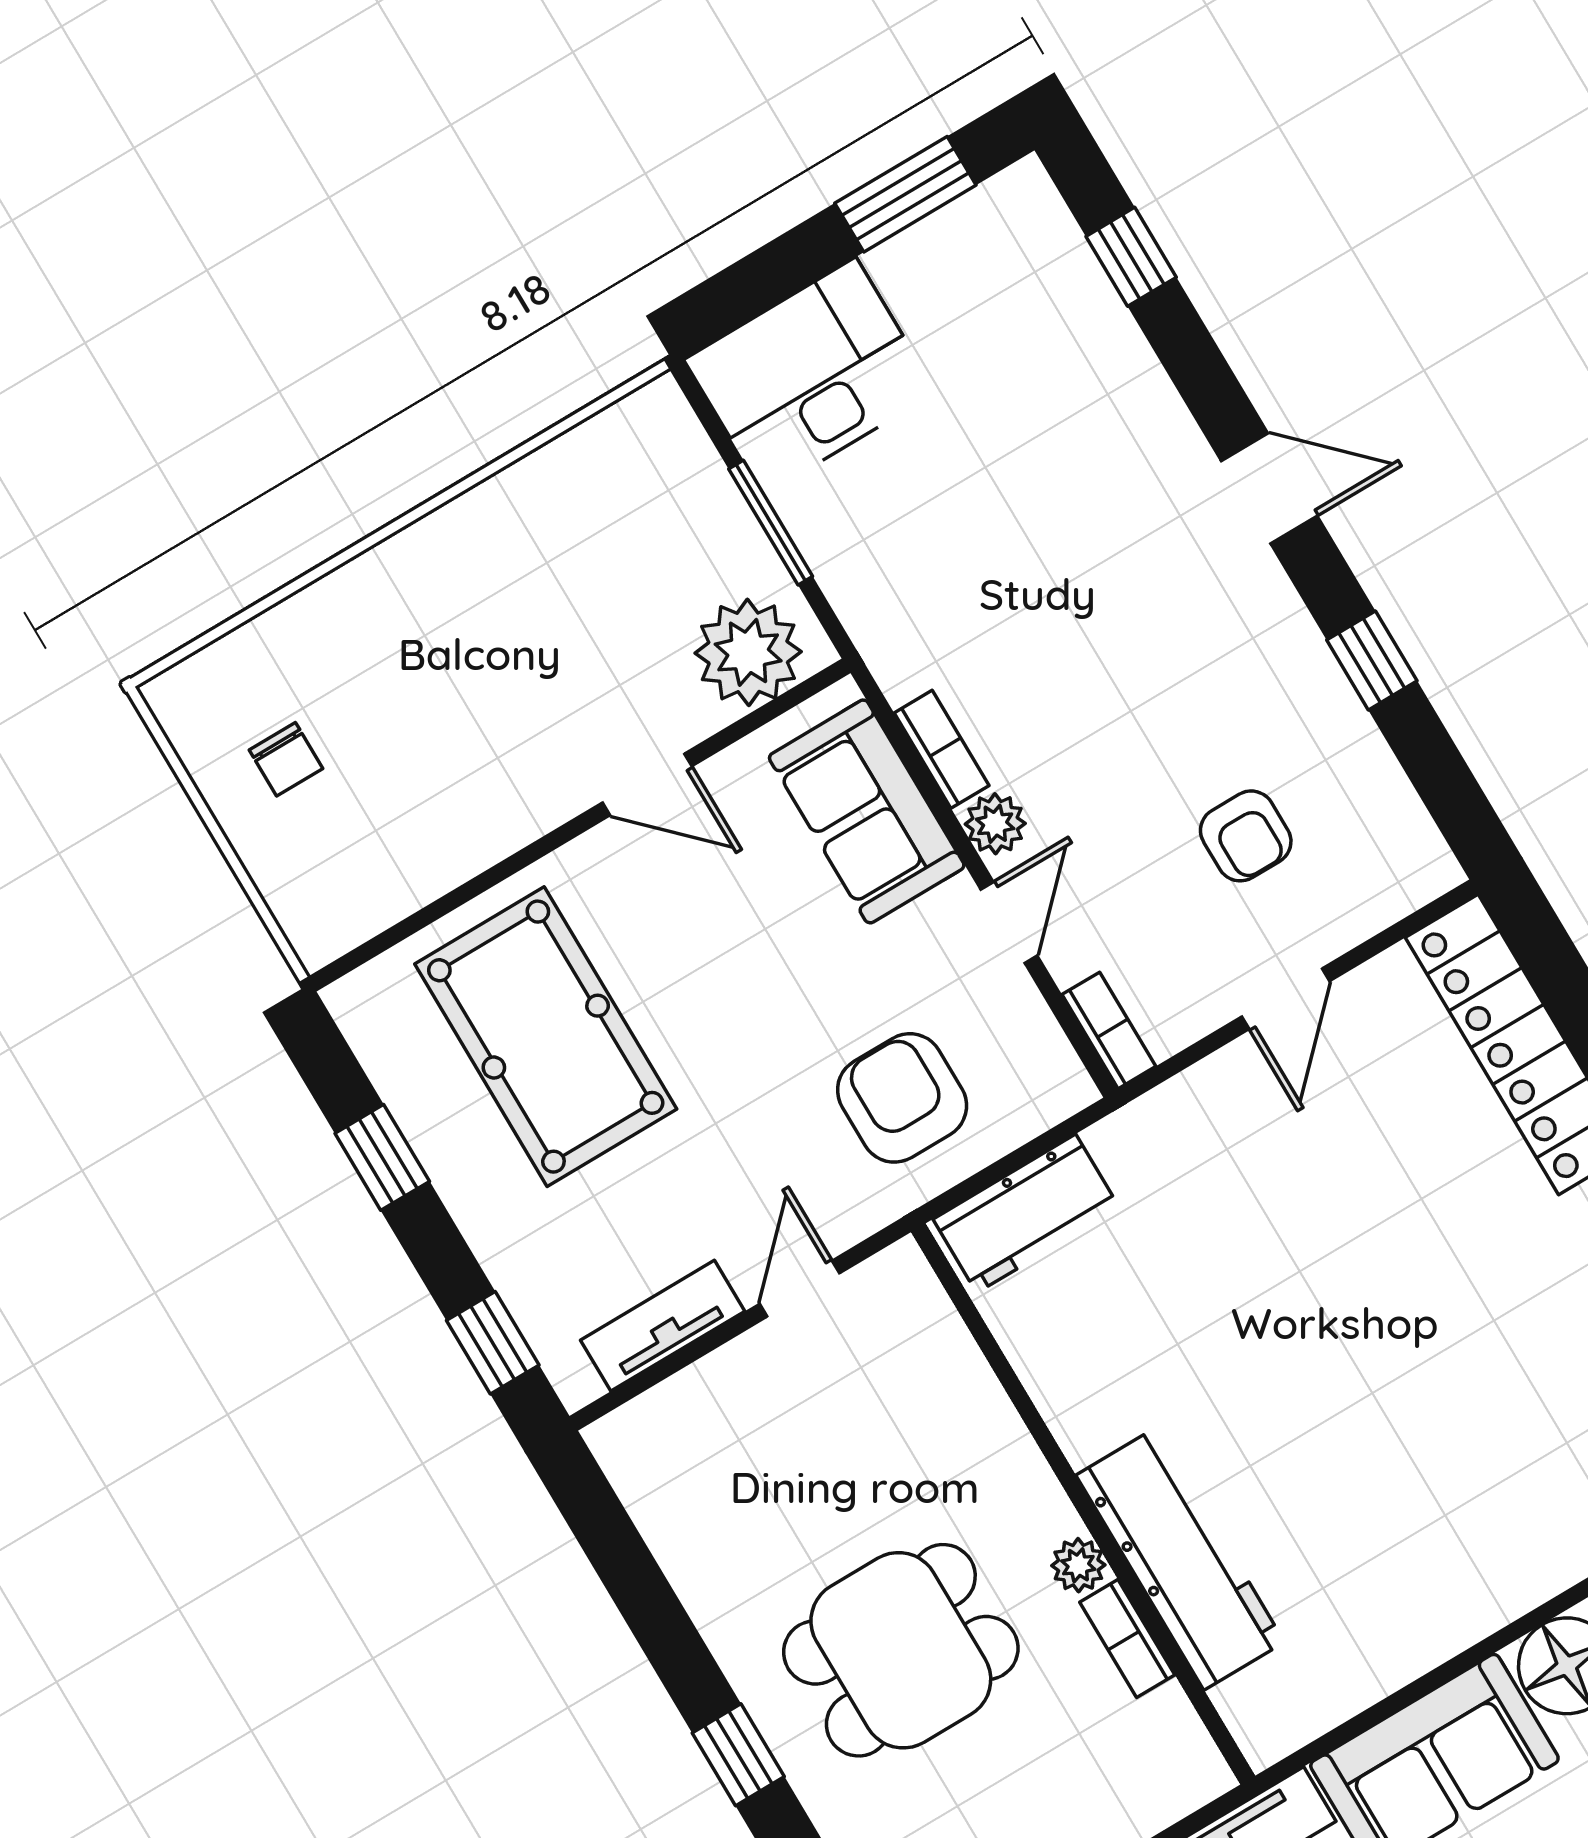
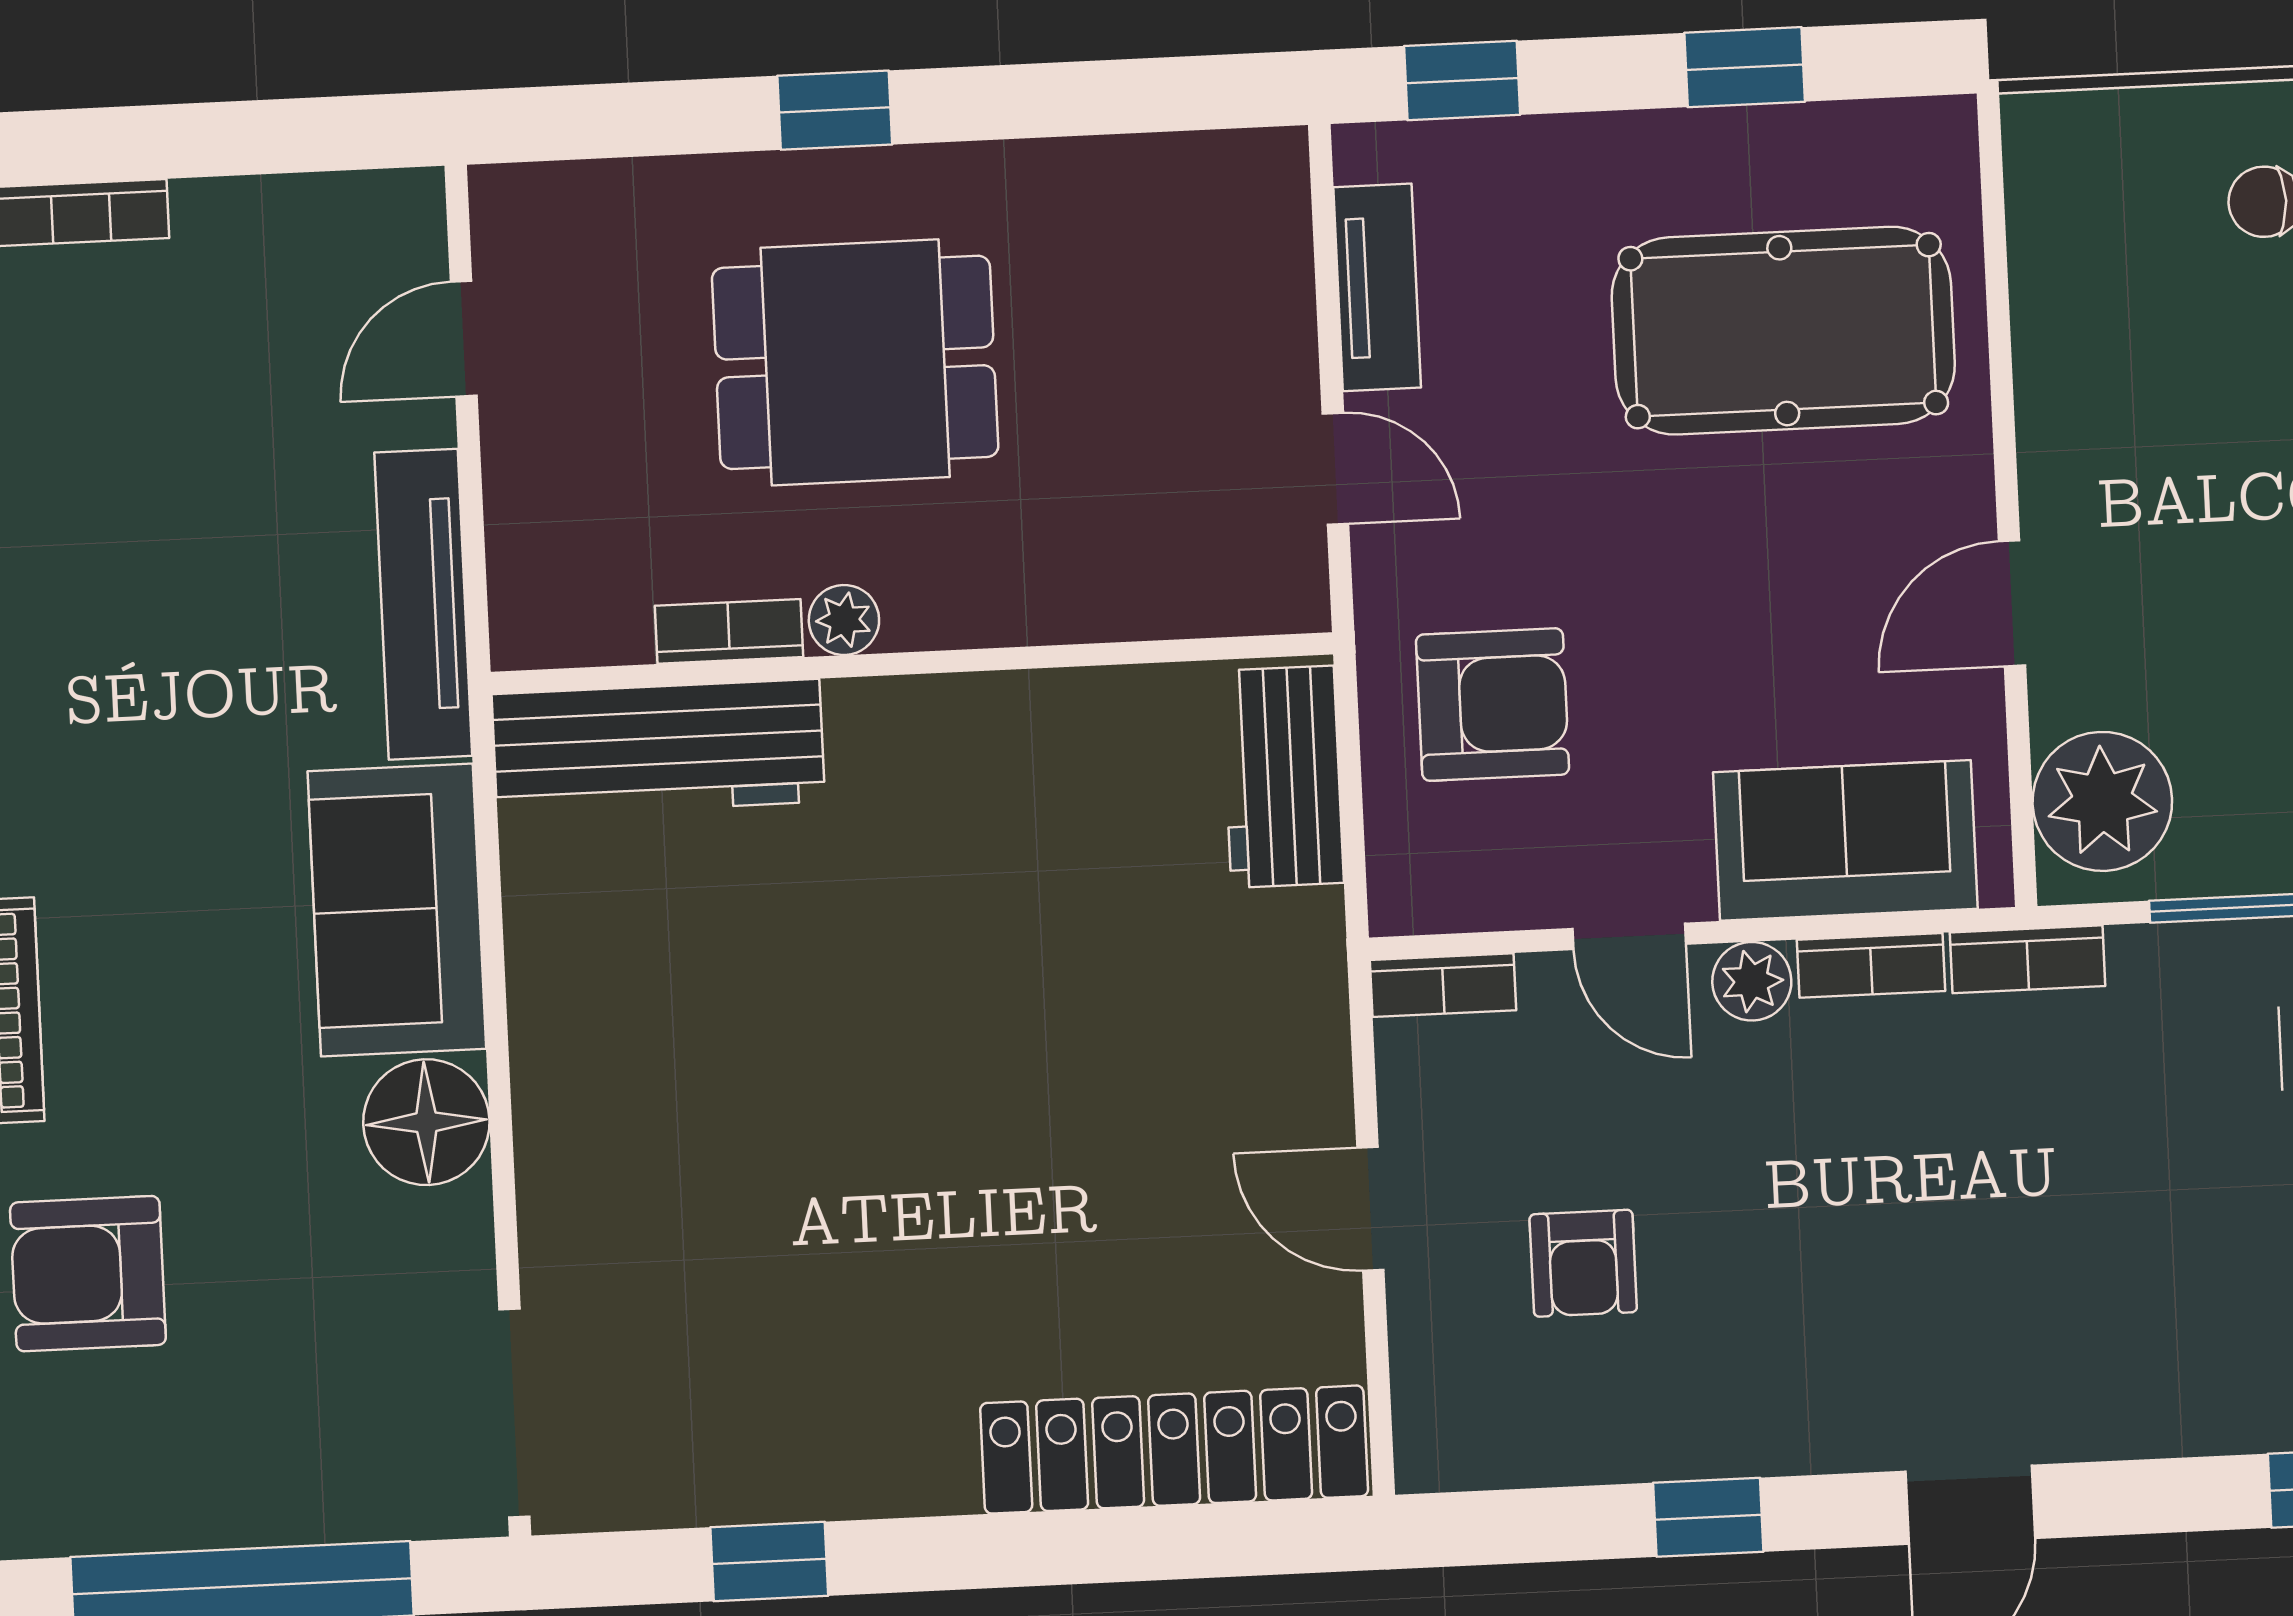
bookcase: (881, 646) -> (2027, 959), added
armchair: (1246, 836) -> (1583, 1263), turned -90
workbench: (1180, 1559) -> (658, 748), moved
dining table: (901, 1650) -> (855, 362), turned 90

